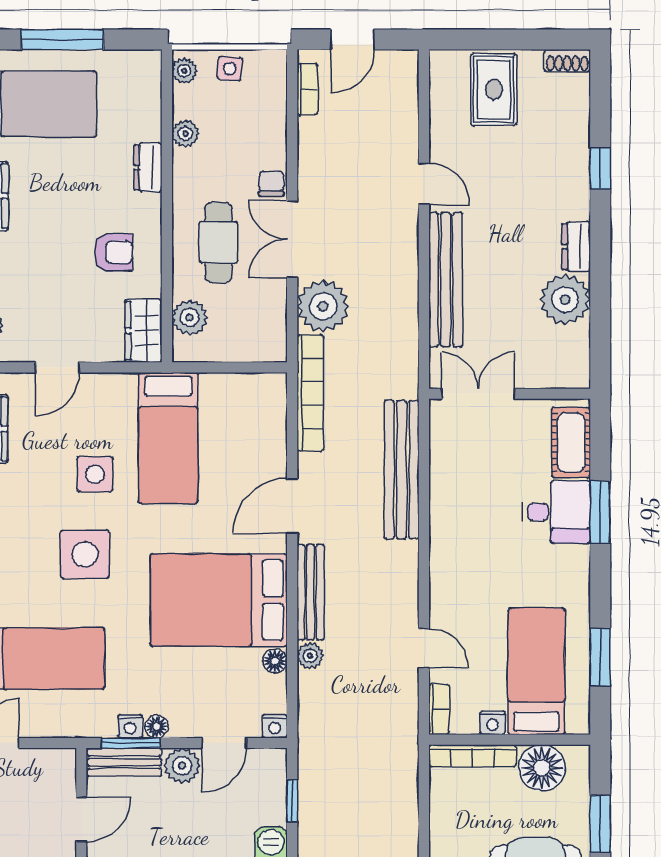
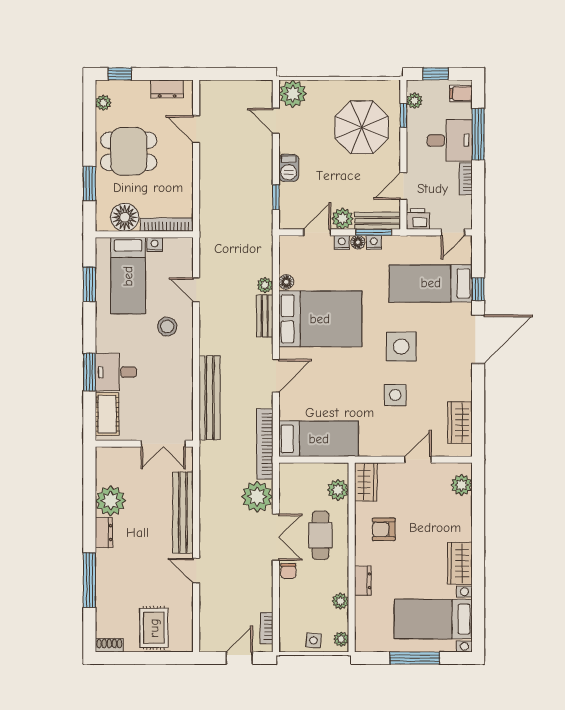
window: (600, 168) -> (89, 580), width x2.17
bed: (168, 438) -> (319, 439), moved, turned 90
stool: (472, 587) -> (167, 326), added
bench: (310, 592) -> (265, 316), width x0.73
bookcase: (439, 709) -> (187, 253), removed
nightstand: (275, 726) -> (342, 242), moved
printer: (57, 765) -> (418, 219), added

